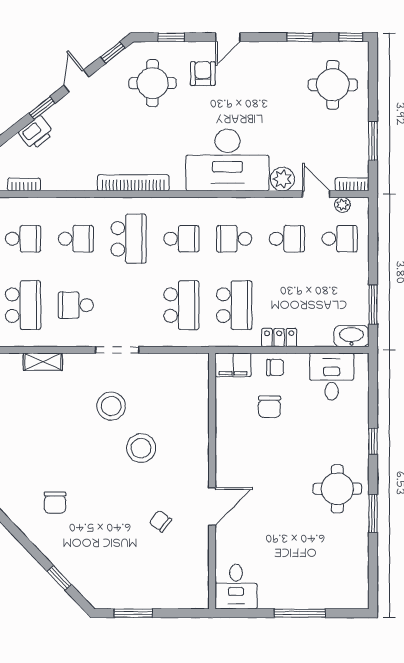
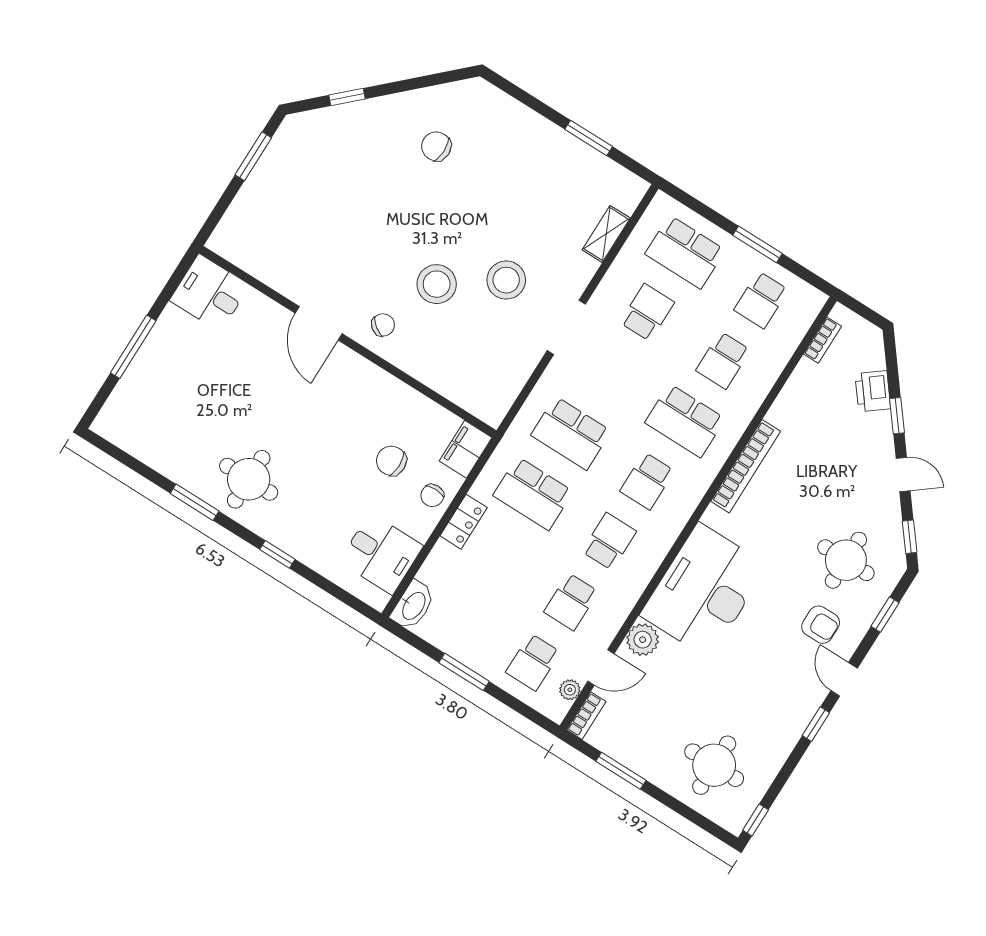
window: (300, 37) -> (816, 724), moved
window: (373, 304) -> (464, 672), moved
chair: (160, 521) -> (383, 325), moved

